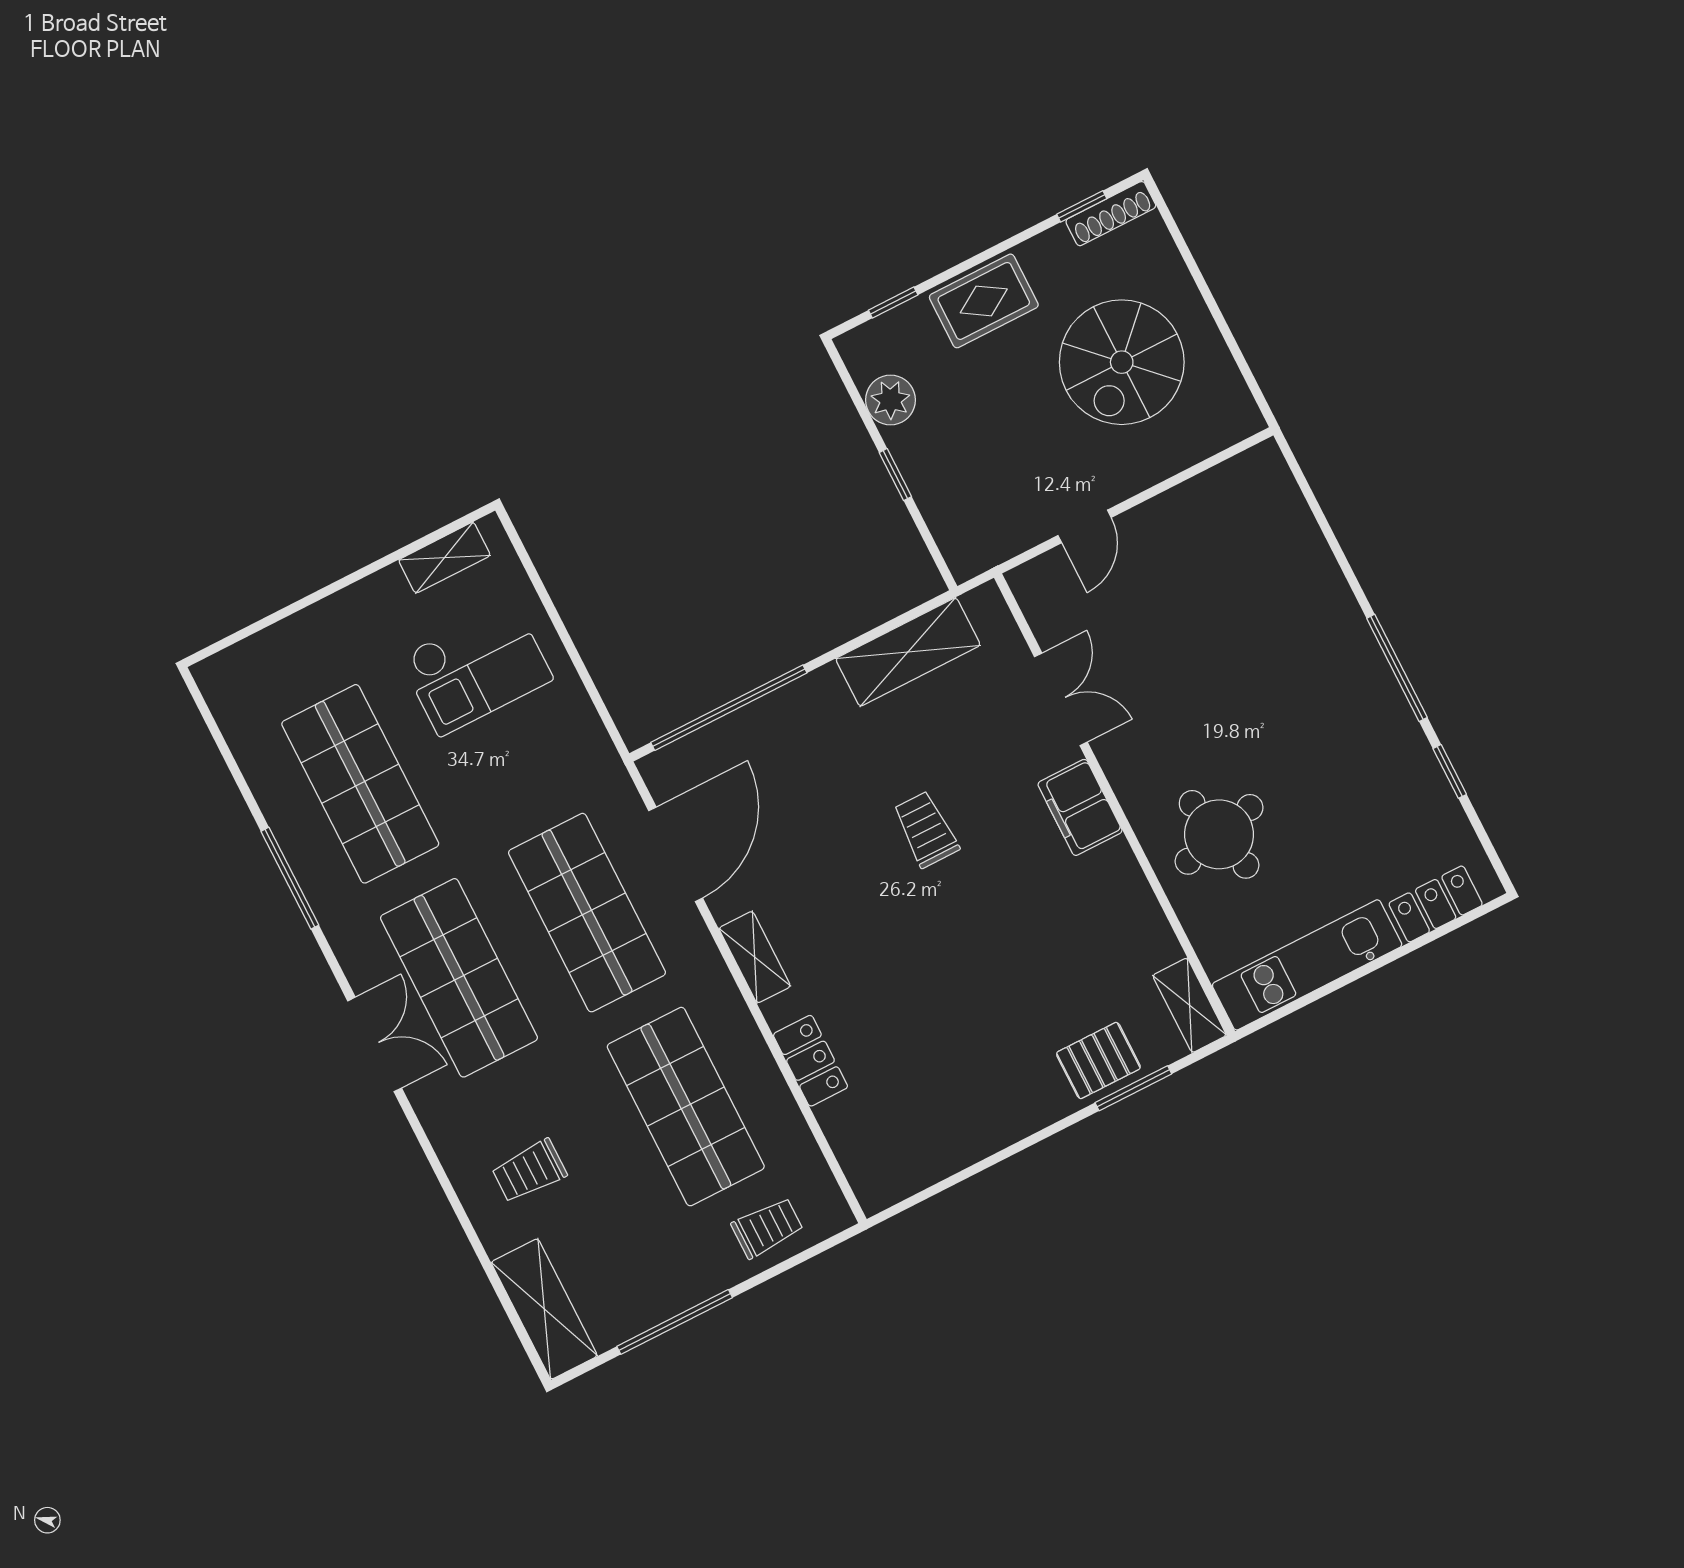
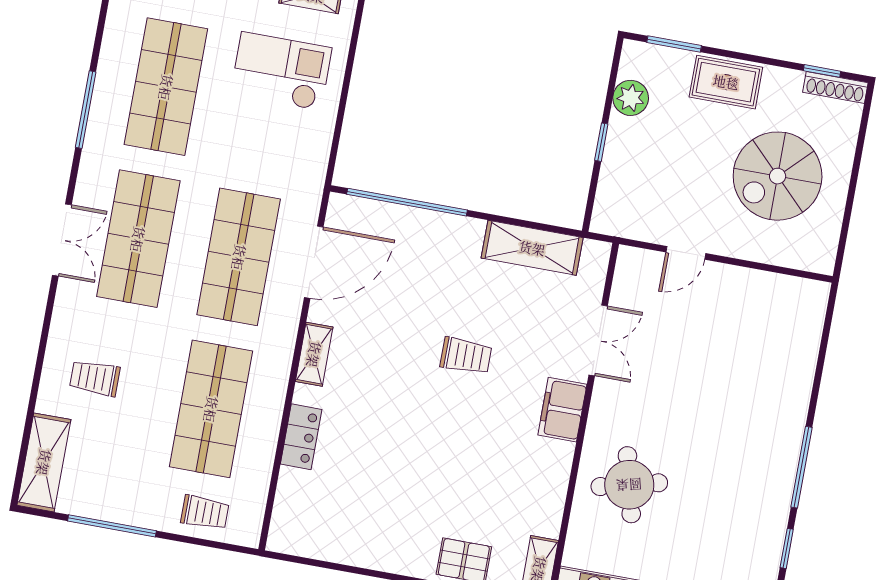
window: (893, 303) -> (674, 44), width x1.50
checkout: (476, 668) -> (281, 71), turned 180
trolley: (926, 829) -> (466, 356), turned 90

